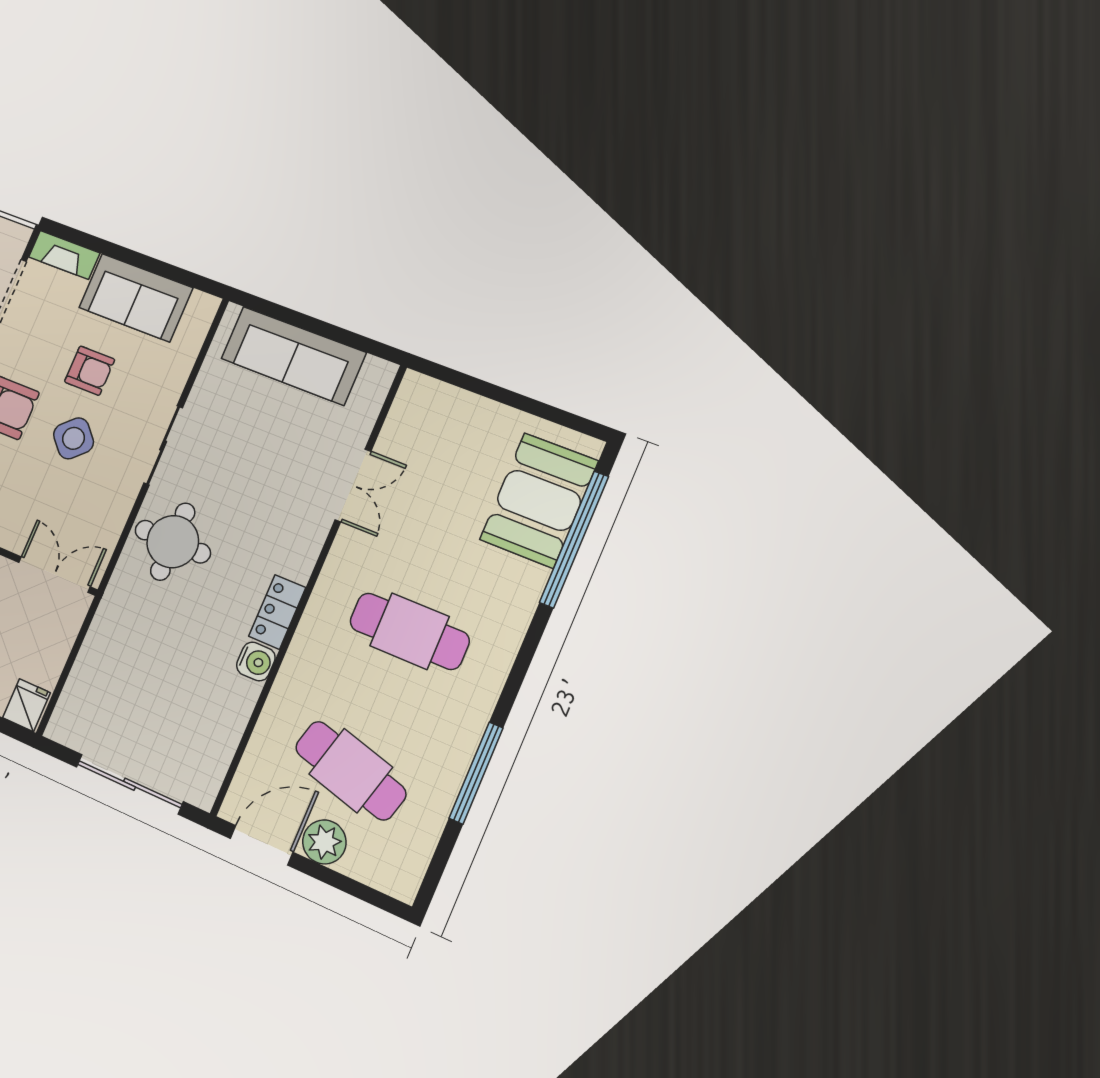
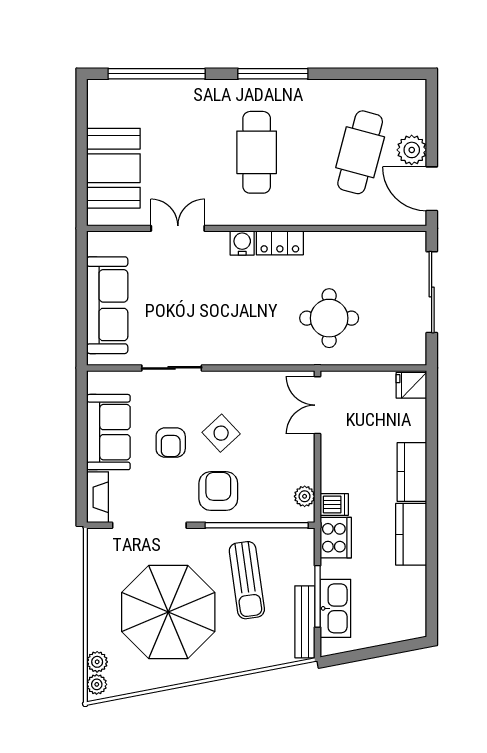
armchair: (90, 371) -> (171, 442), turned 180
sliding door: (163, 446) -> (172, 368), moved
booth: (539, 500) -> (113, 168), moved, turned 90
round table: (173, 542) -> (329, 318), moved
water cooler: (256, 662) -> (242, 243), moved
window: (476, 773) -> (273, 74), moved

